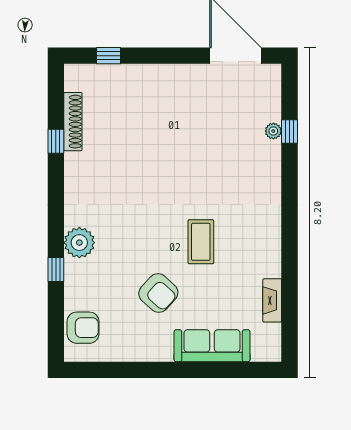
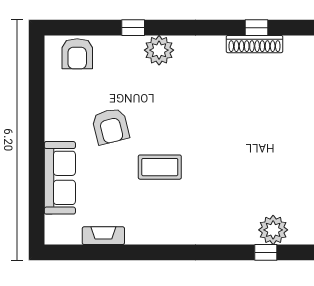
shoe rack: (73, 122) -> (255, 44), moved
plant: (273, 131) -> (273, 230), width x1.88, depth x1.88
armchair: (158, 293) -> (110, 126), turned -56

